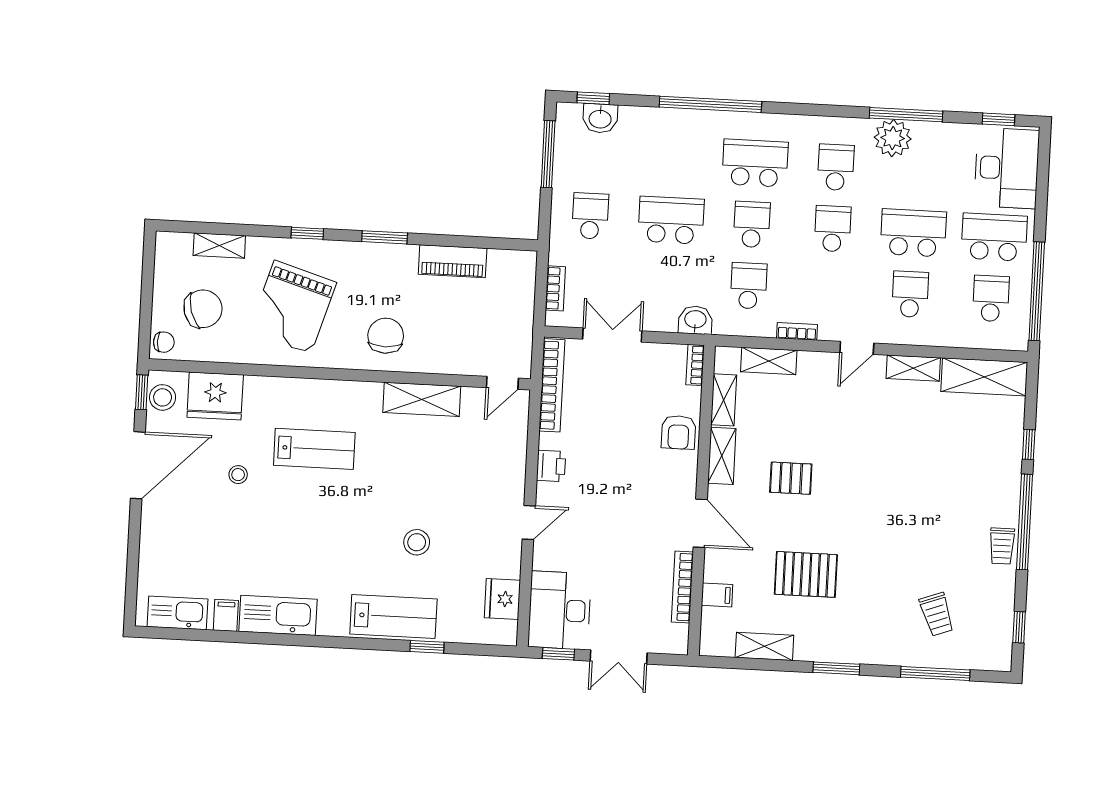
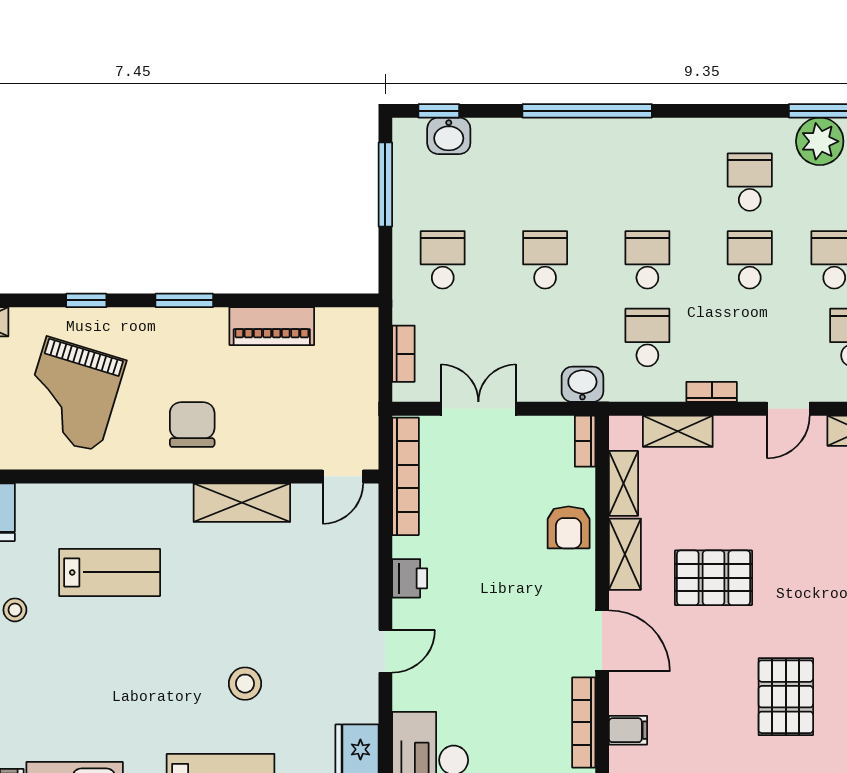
school desk: (755, 163) -> (647, 182), removed
school desk: (671, 220) -> (545, 260), width x0.54
pallet: (791, 478) -> (713, 578), width x1.50, depth x1.42
pallet: (806, 574) -> (786, 697), moved, turned 90

